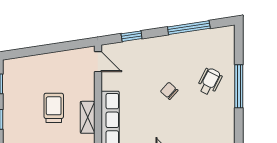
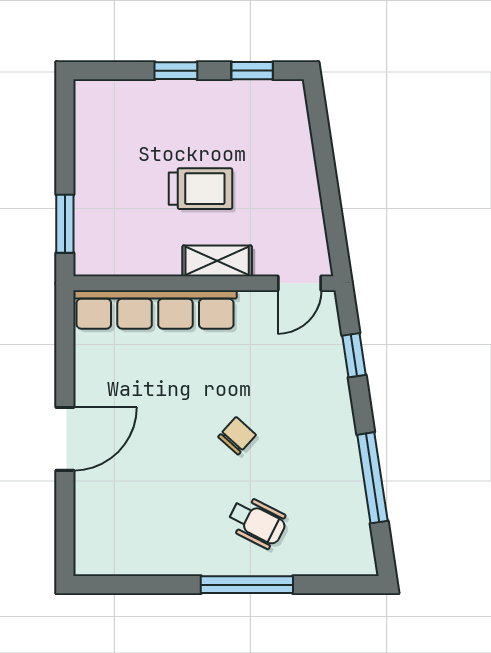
shelving: (88, 117) -> (217, 261), moved

